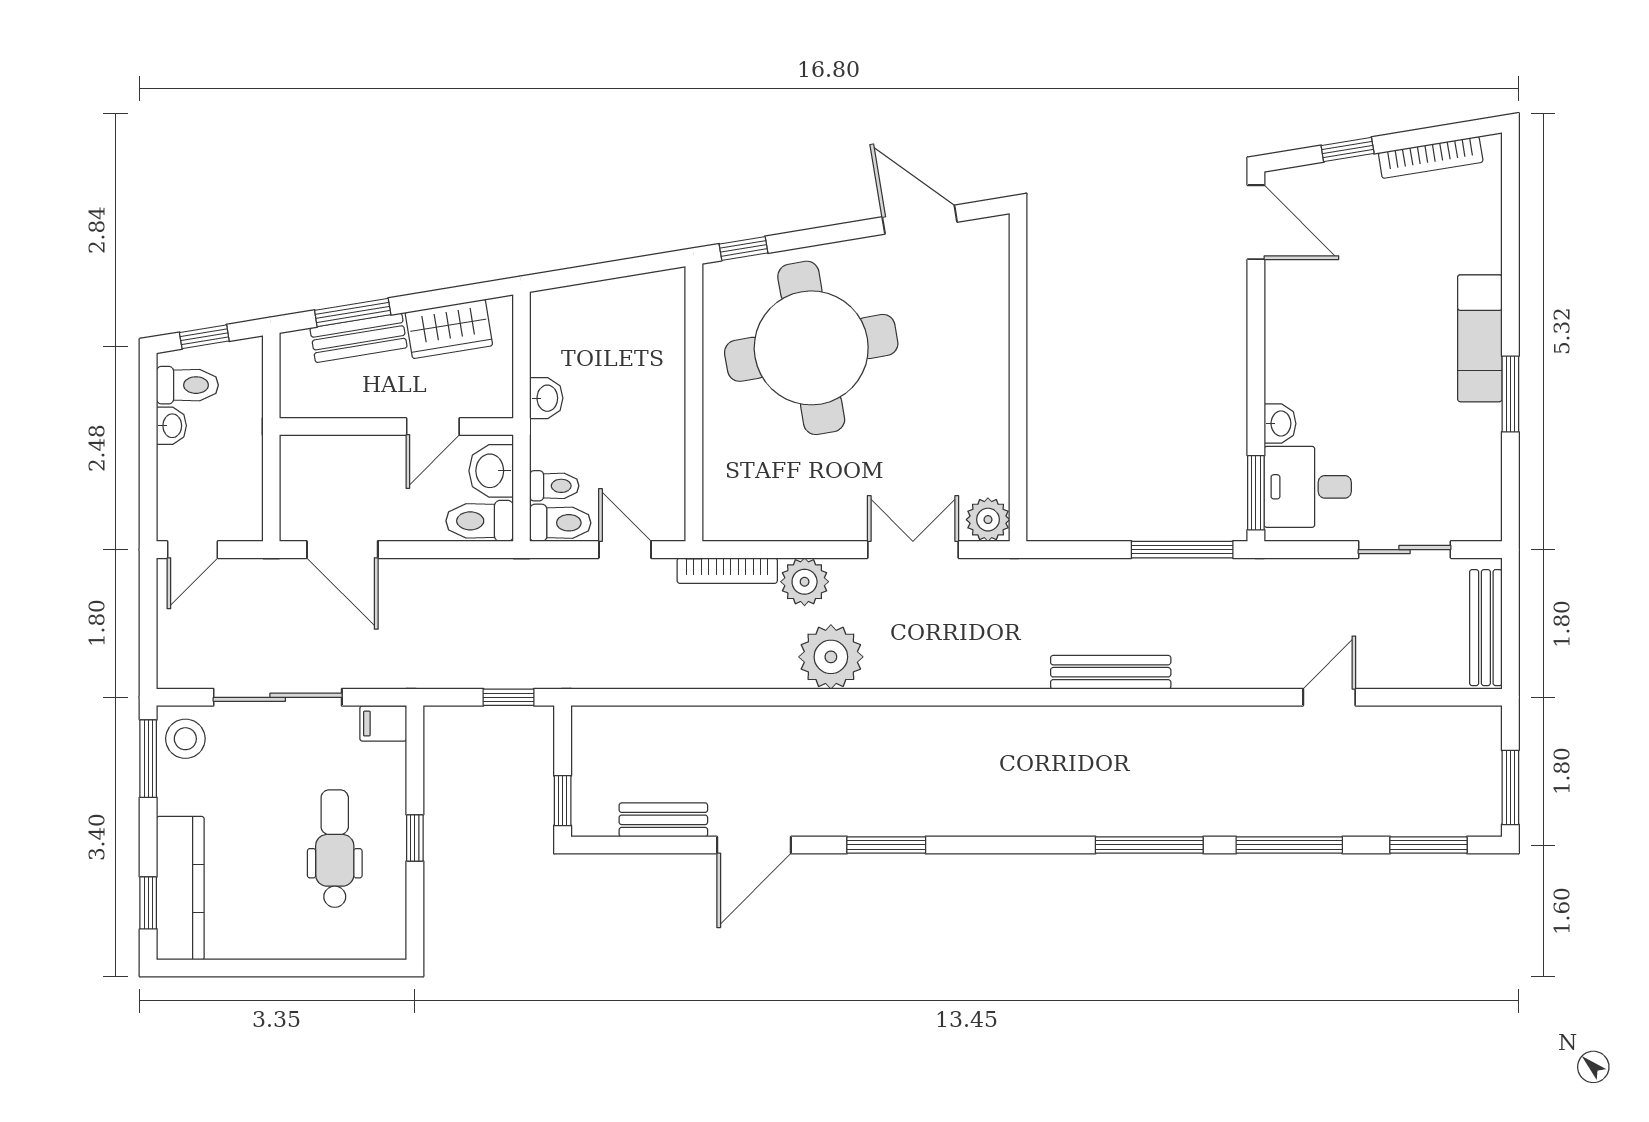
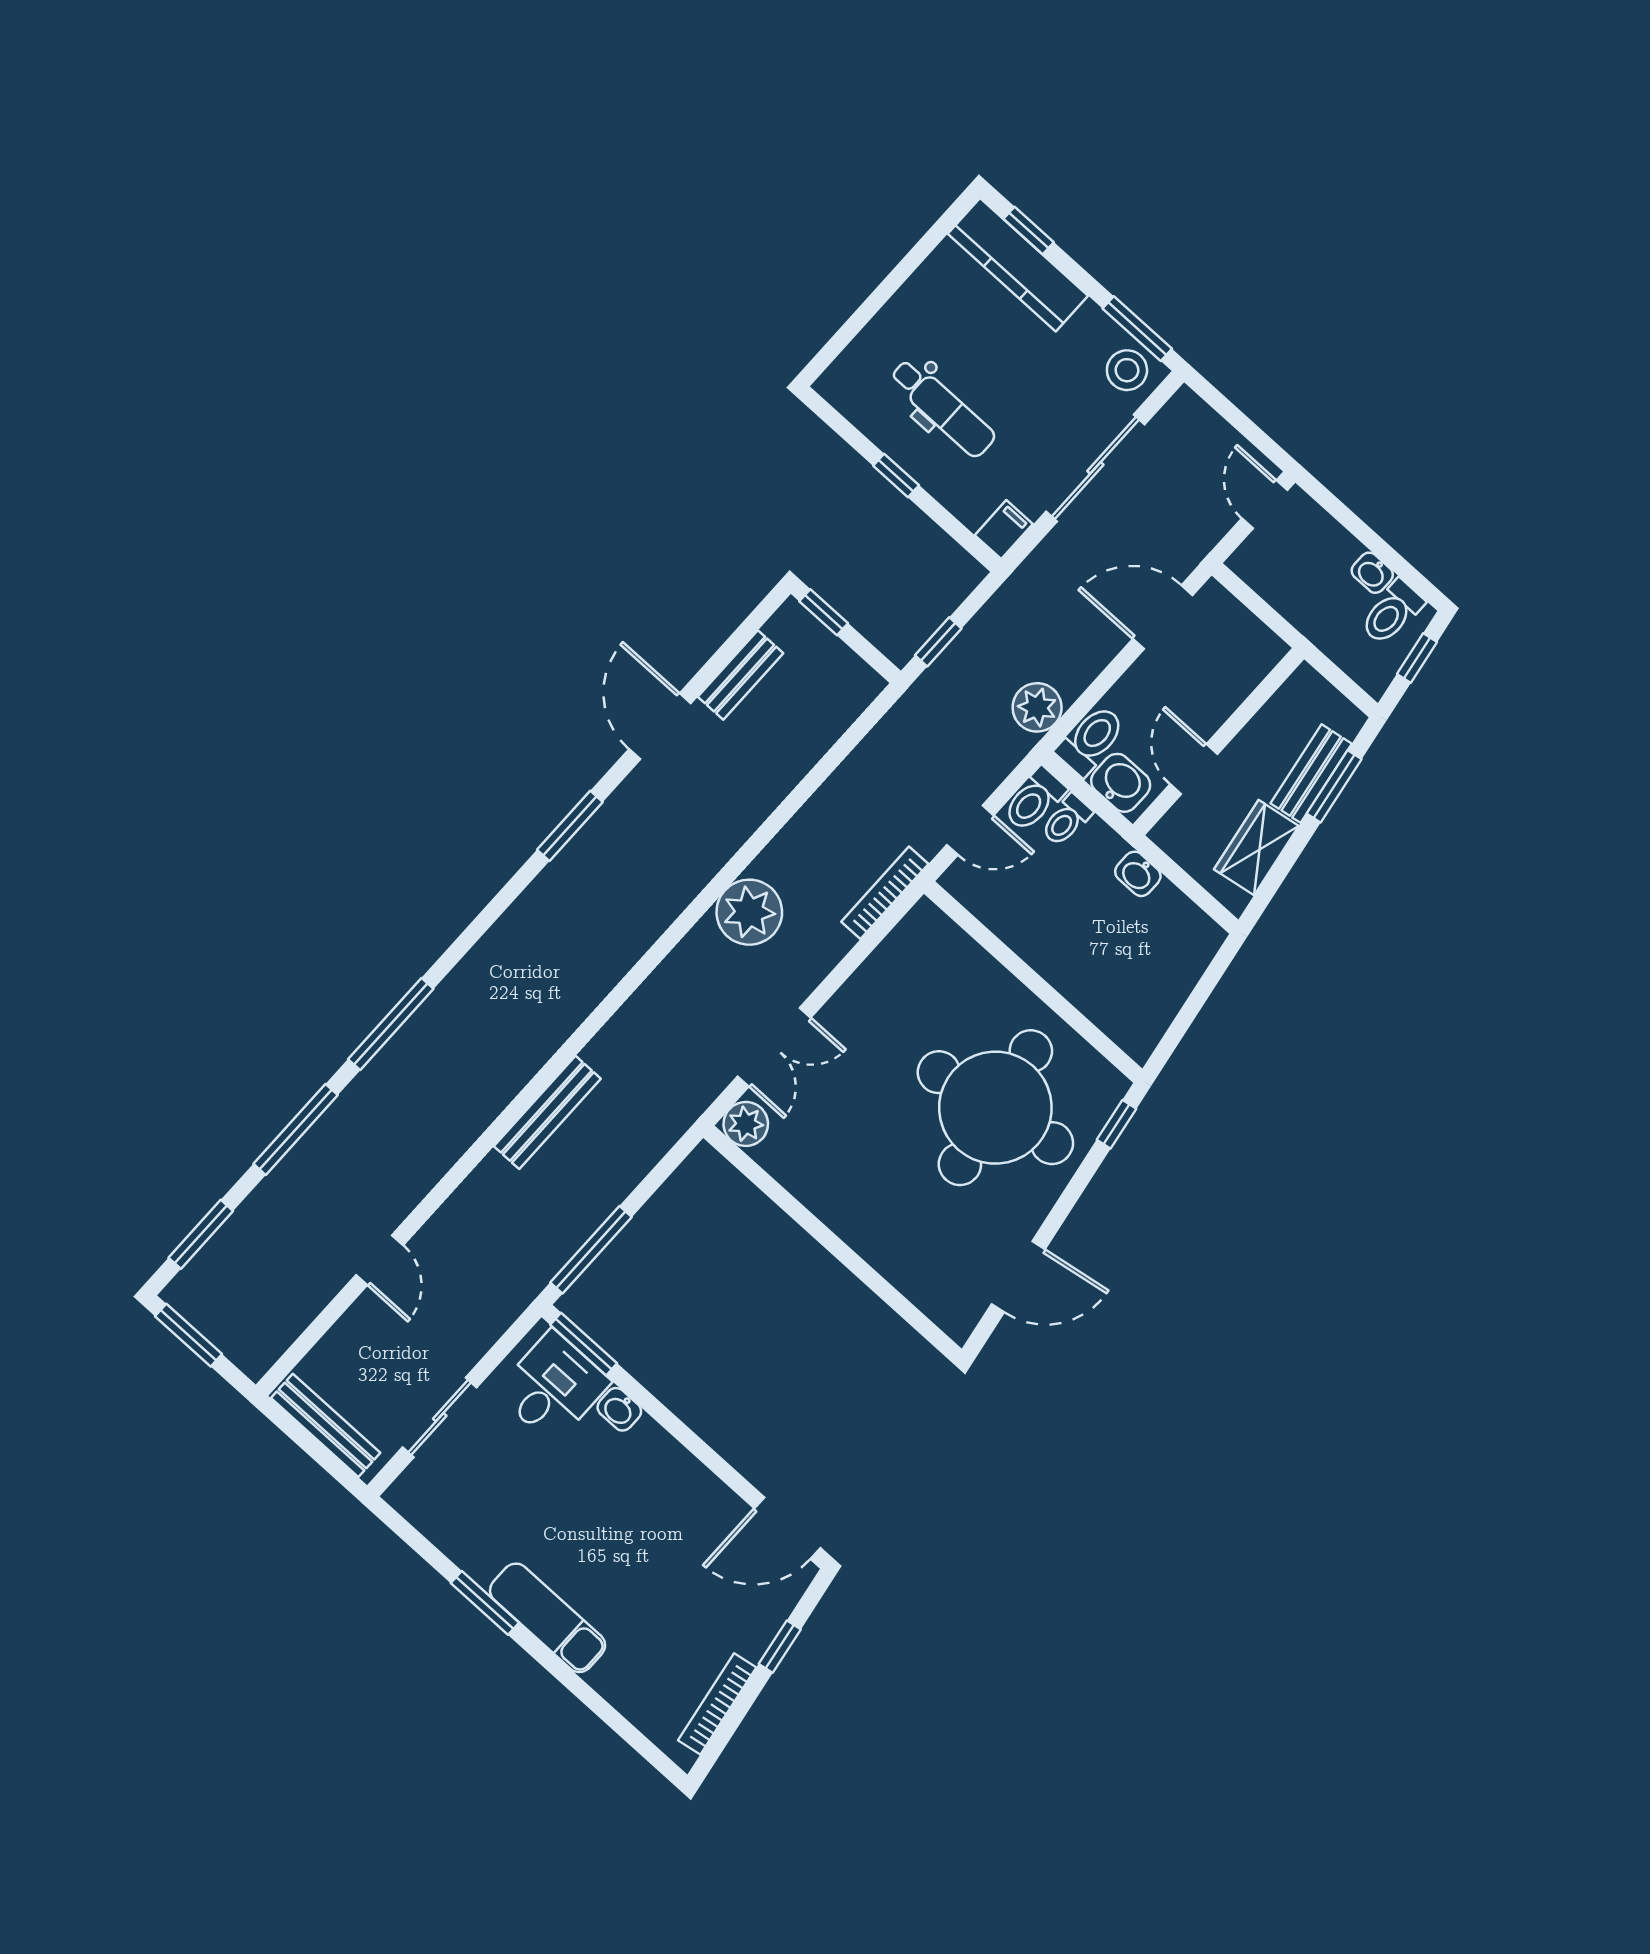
plant: (805, 582) -> (1037, 707), moved

